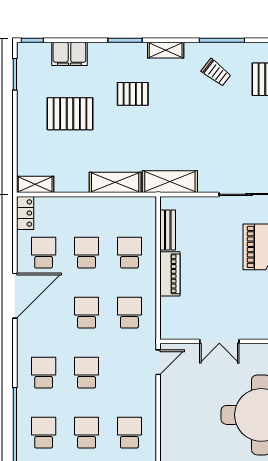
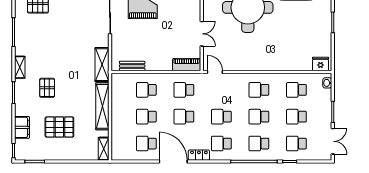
trolley: (216, 73) -> (34, 36), removed
pallet: (70, 114) -> (59, 127), turned 90
shelving: (115, 182) -> (102, 106), width x1.47
locker: (25, 213) -> (199, 155), moved
piano: (170, 274) -> (187, 65), moved

